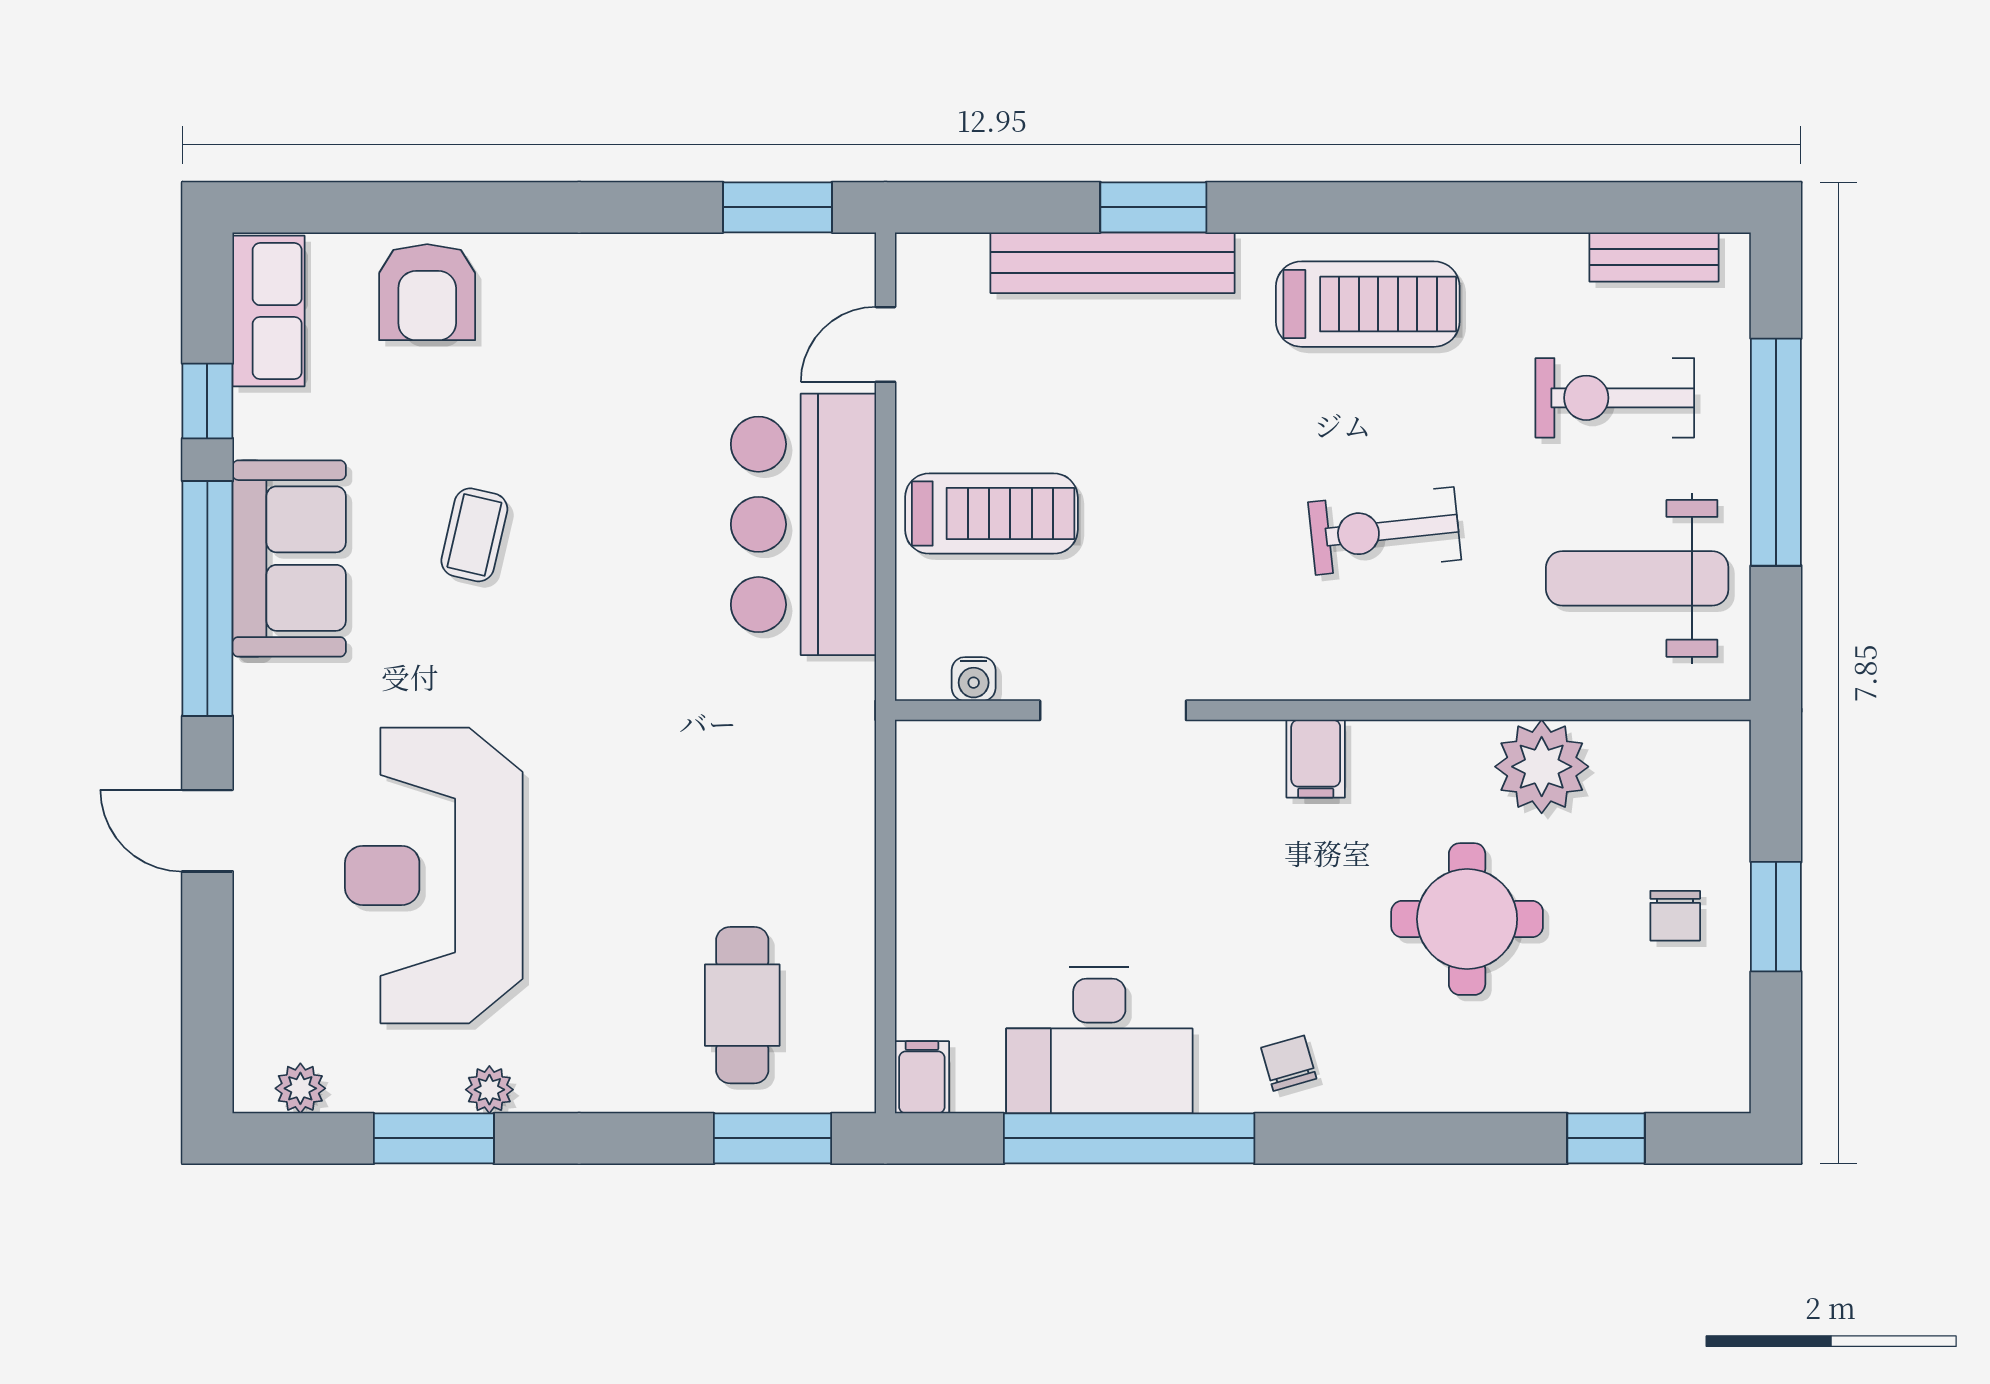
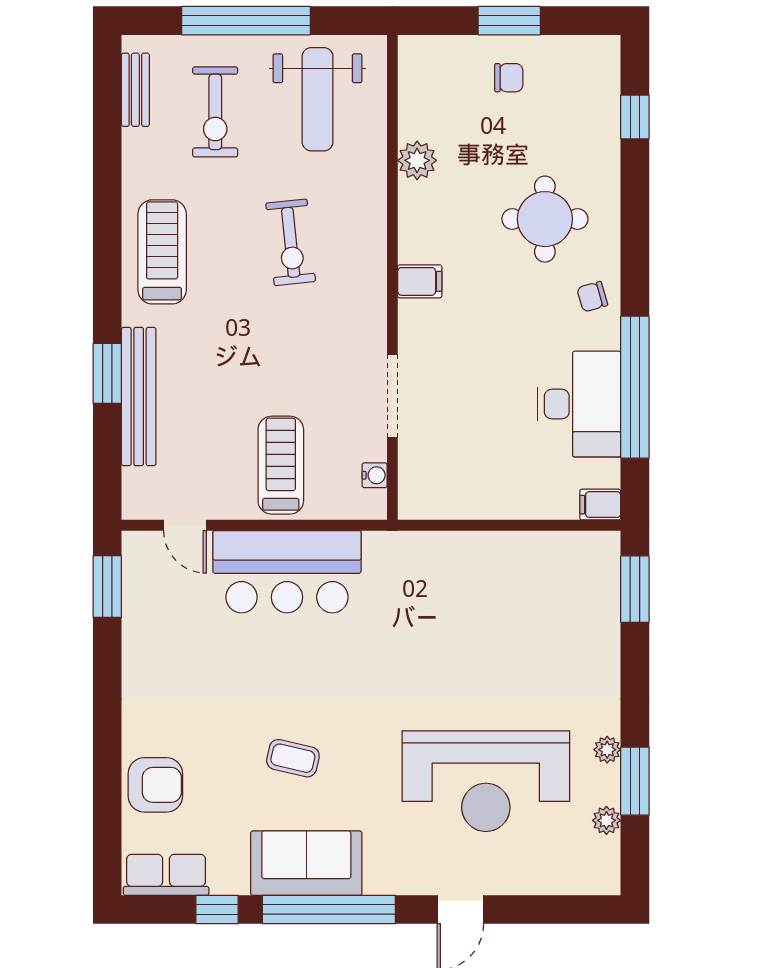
plant: (1542, 767) -> (417, 160), width x0.73, depth x0.73
round table: (1467, 919) -> (545, 219), moved
cafe table: (742, 1005) -> (559, 606), removed
plant: (300, 1088) -> (606, 820), moved

